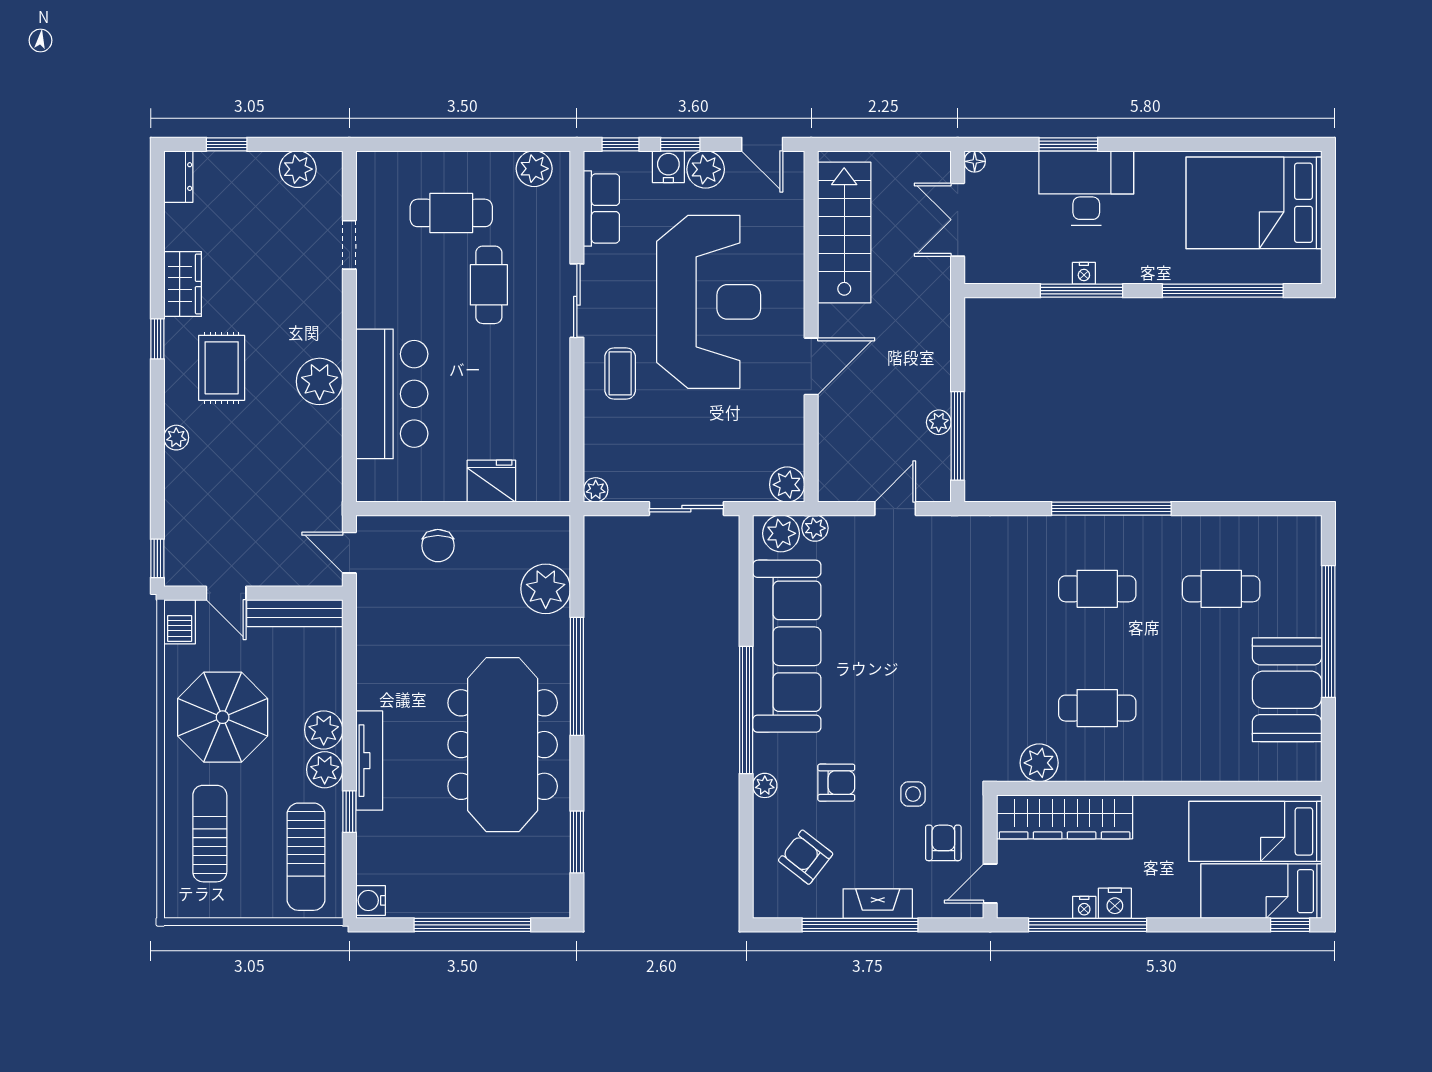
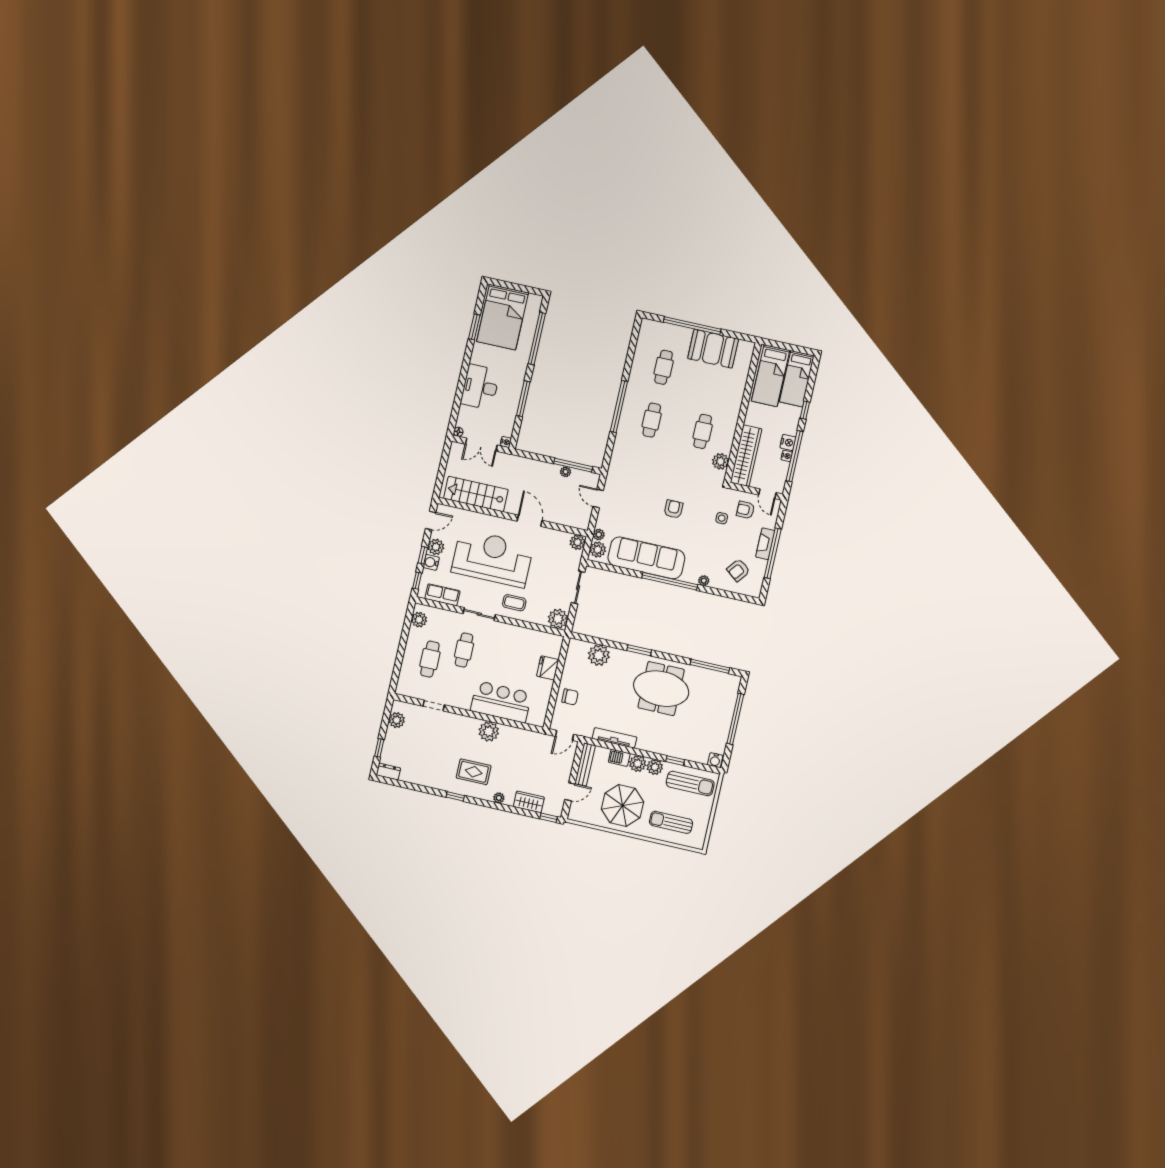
window: (1068, 144) -> (474, 327), moved
nightstand: (1084, 273) -> (506, 442), moved
wardrobe: (183, 284) -> (529, 802), moved
cafe table: (489, 285) -> (464, 650), turned 90
plant: (596, 490) -> (558, 619), width x1.88, depth x1.88
barbecue: (180, 622) -> (619, 758), moved, turned 180
window: (577, 676) -> (639, 650), width x0.47
meeting table: (503, 745) -> (661, 689), width x0.73
tv unit: (369, 761) -> (615, 738), moved
armchair: (836, 783) -> (674, 509), moved
window: (577, 842) -> (710, 666), width x1.44
window: (1290, 925) -> (805, 410), moved

